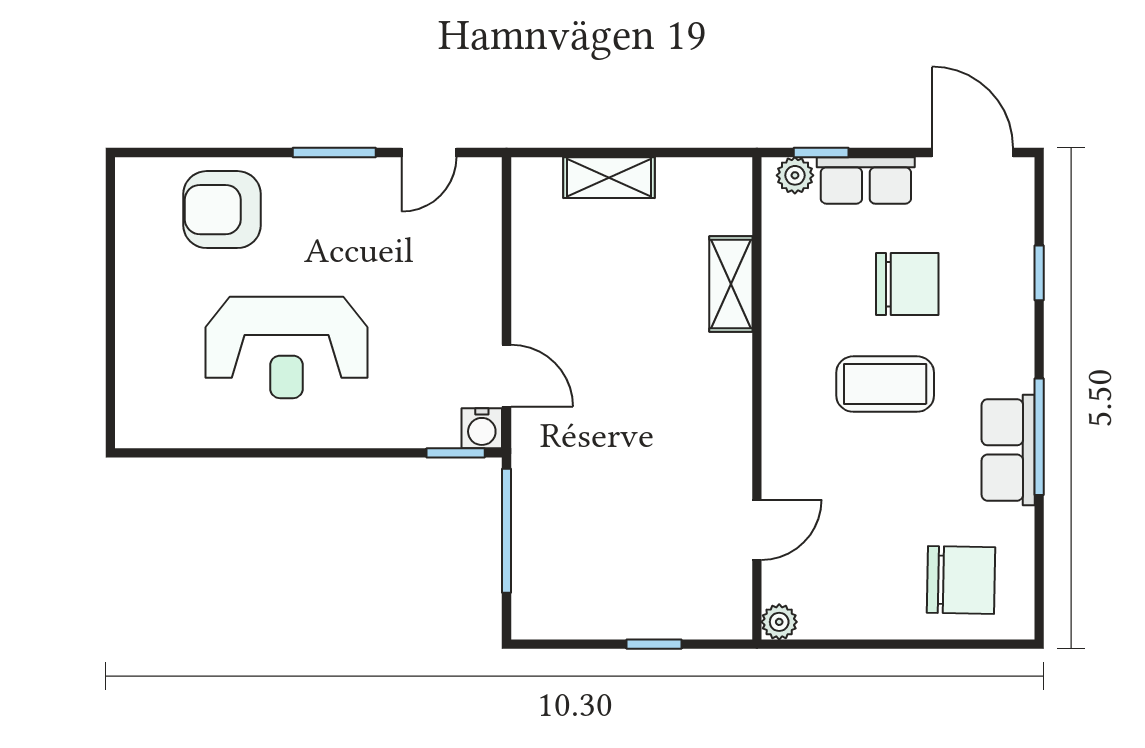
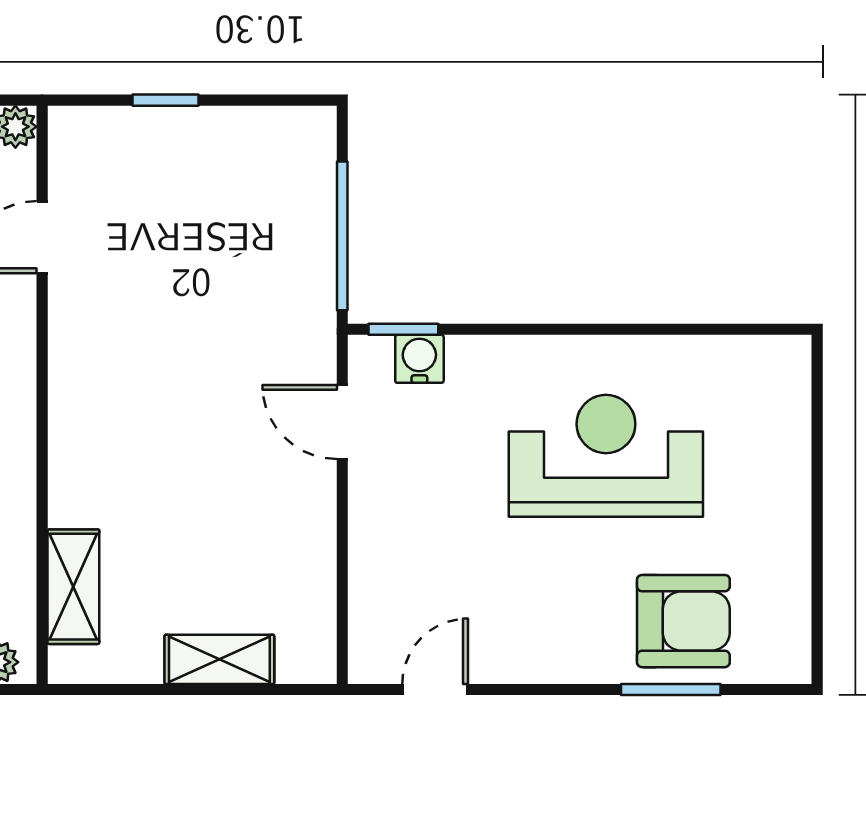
window: (334, 152) -> (671, 689), moved
shelving: (731, 284) -> (73, 587), moved
water cooler: (482, 428) -> (419, 359), moved

